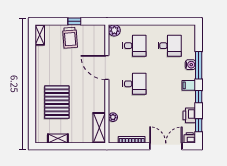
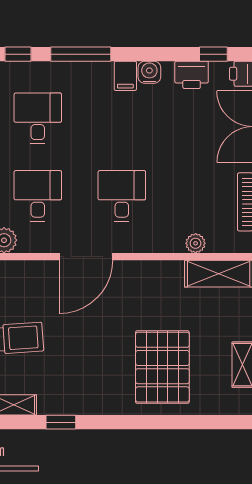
window: (32, 56) -> (61, 422), added
water cooler: (190, 65) -> (149, 72), moved
window: (199, 97) -> (18, 54), moved
pallet: (57, 102) -> (162, 367), turned 90

